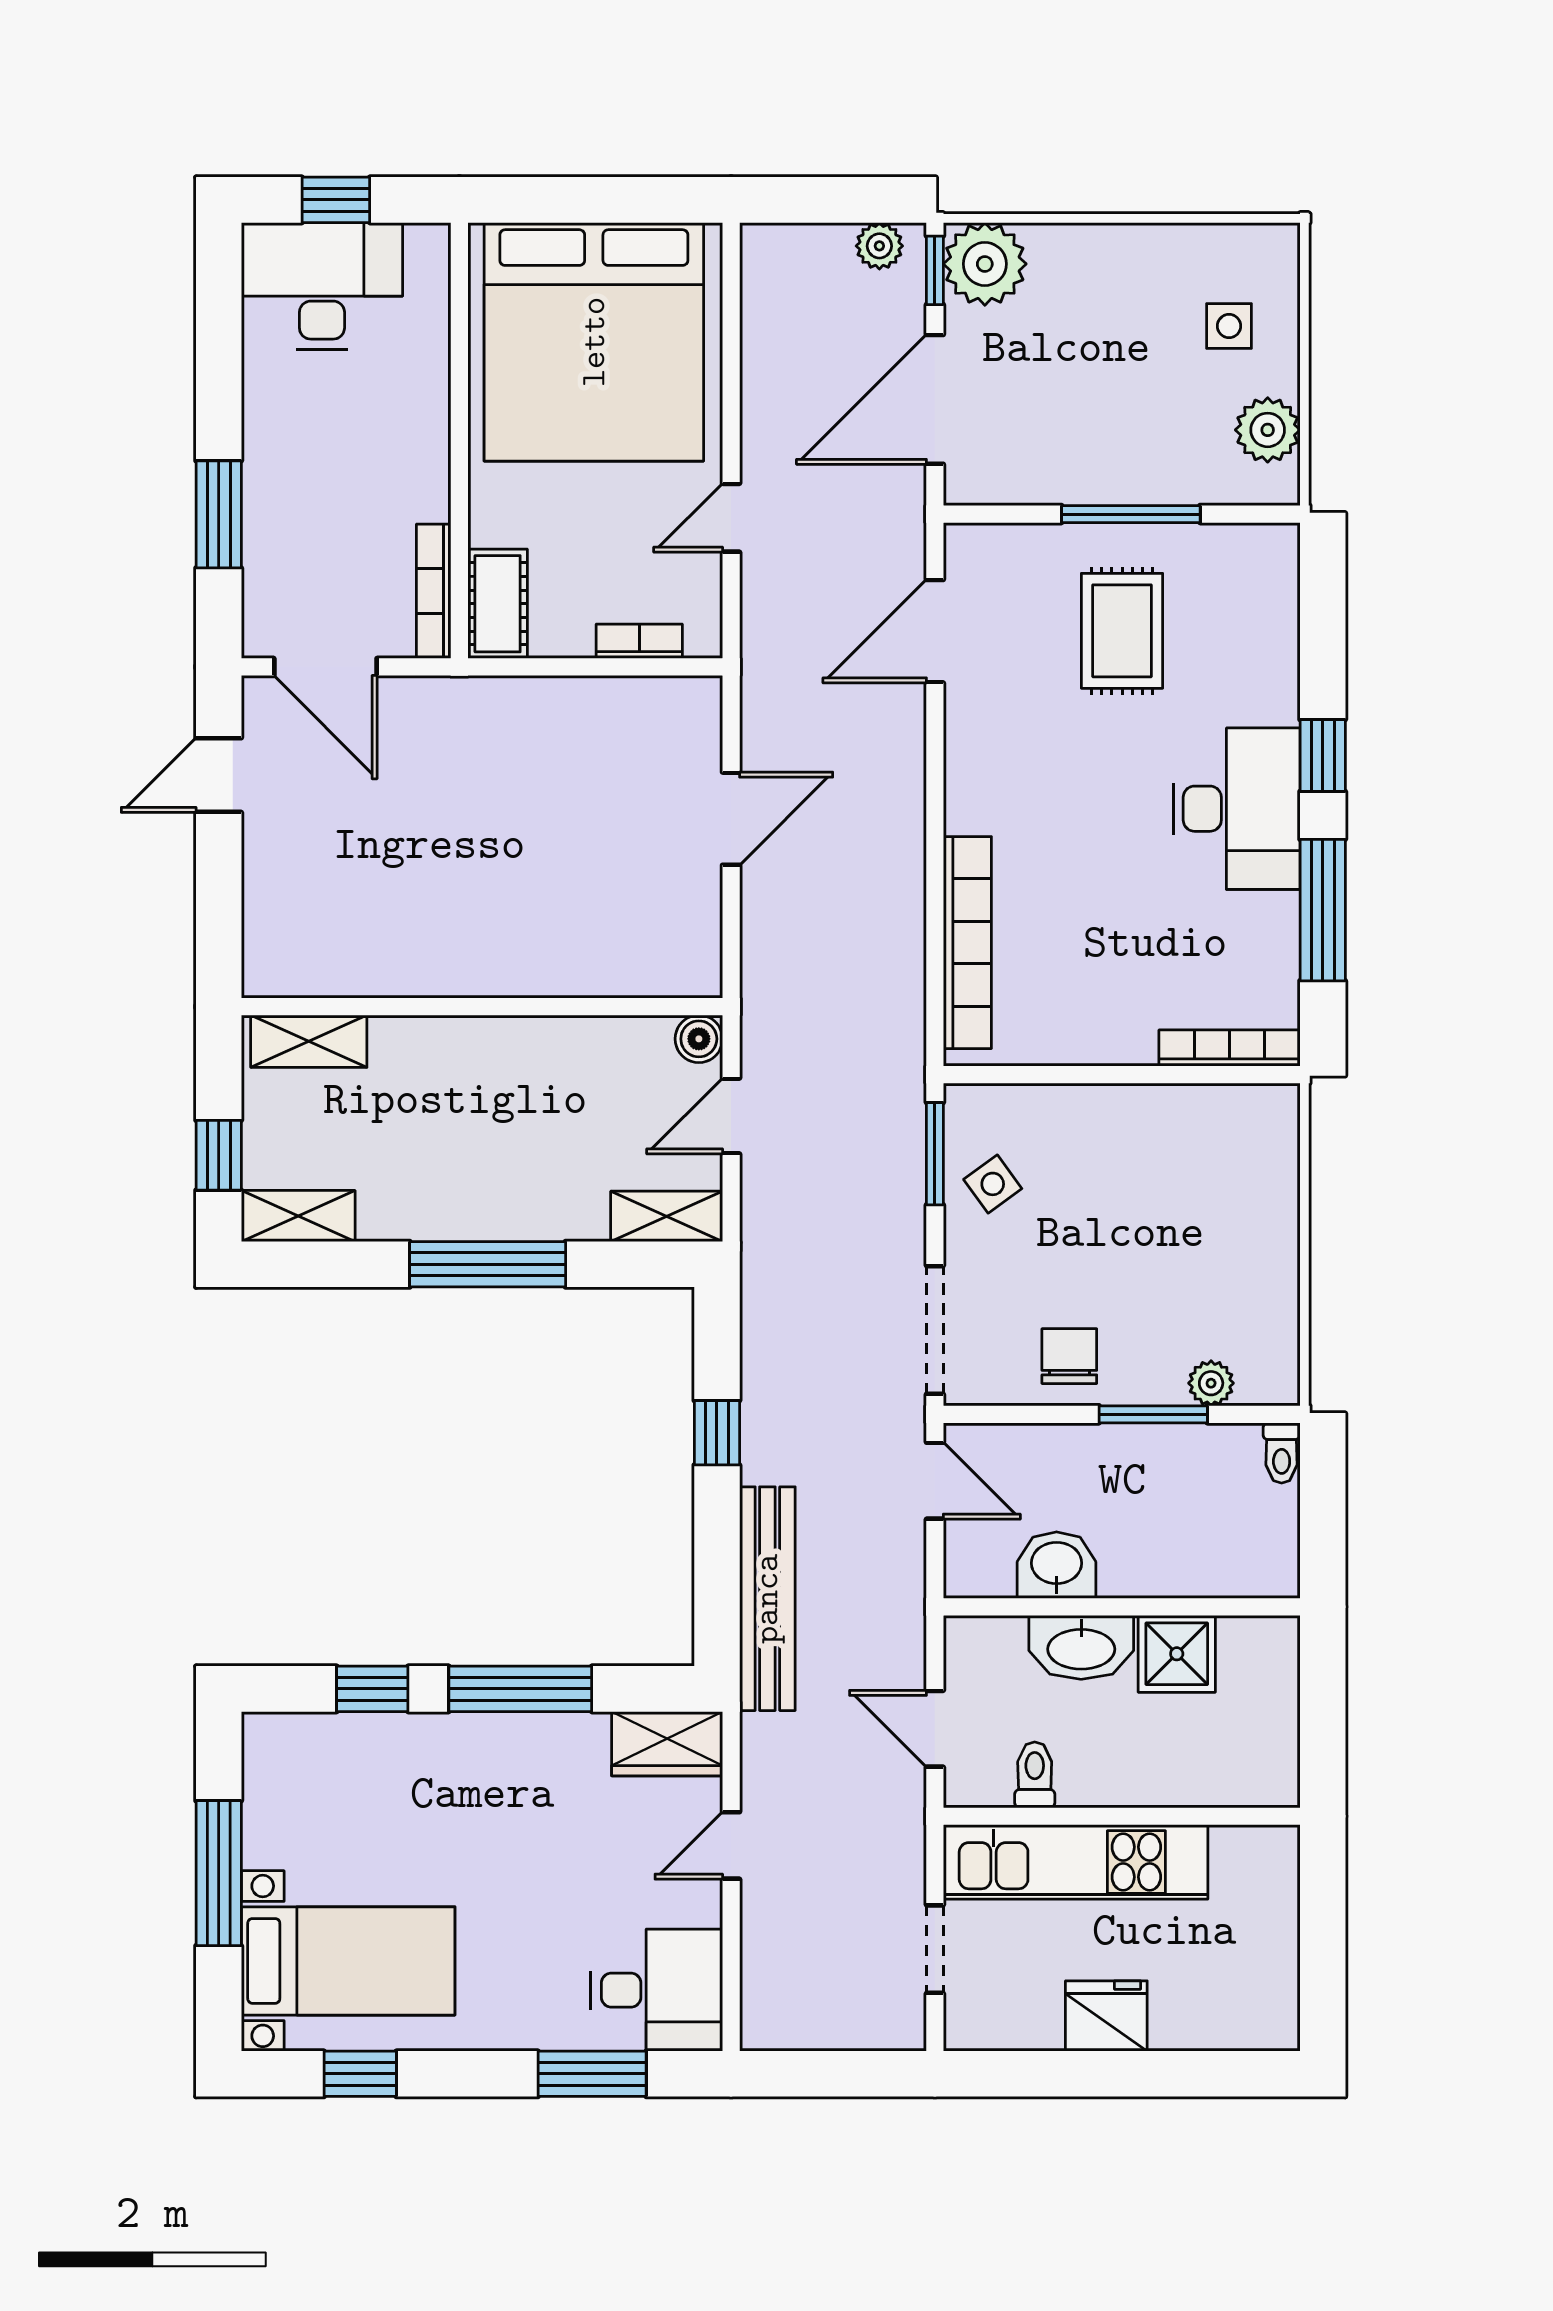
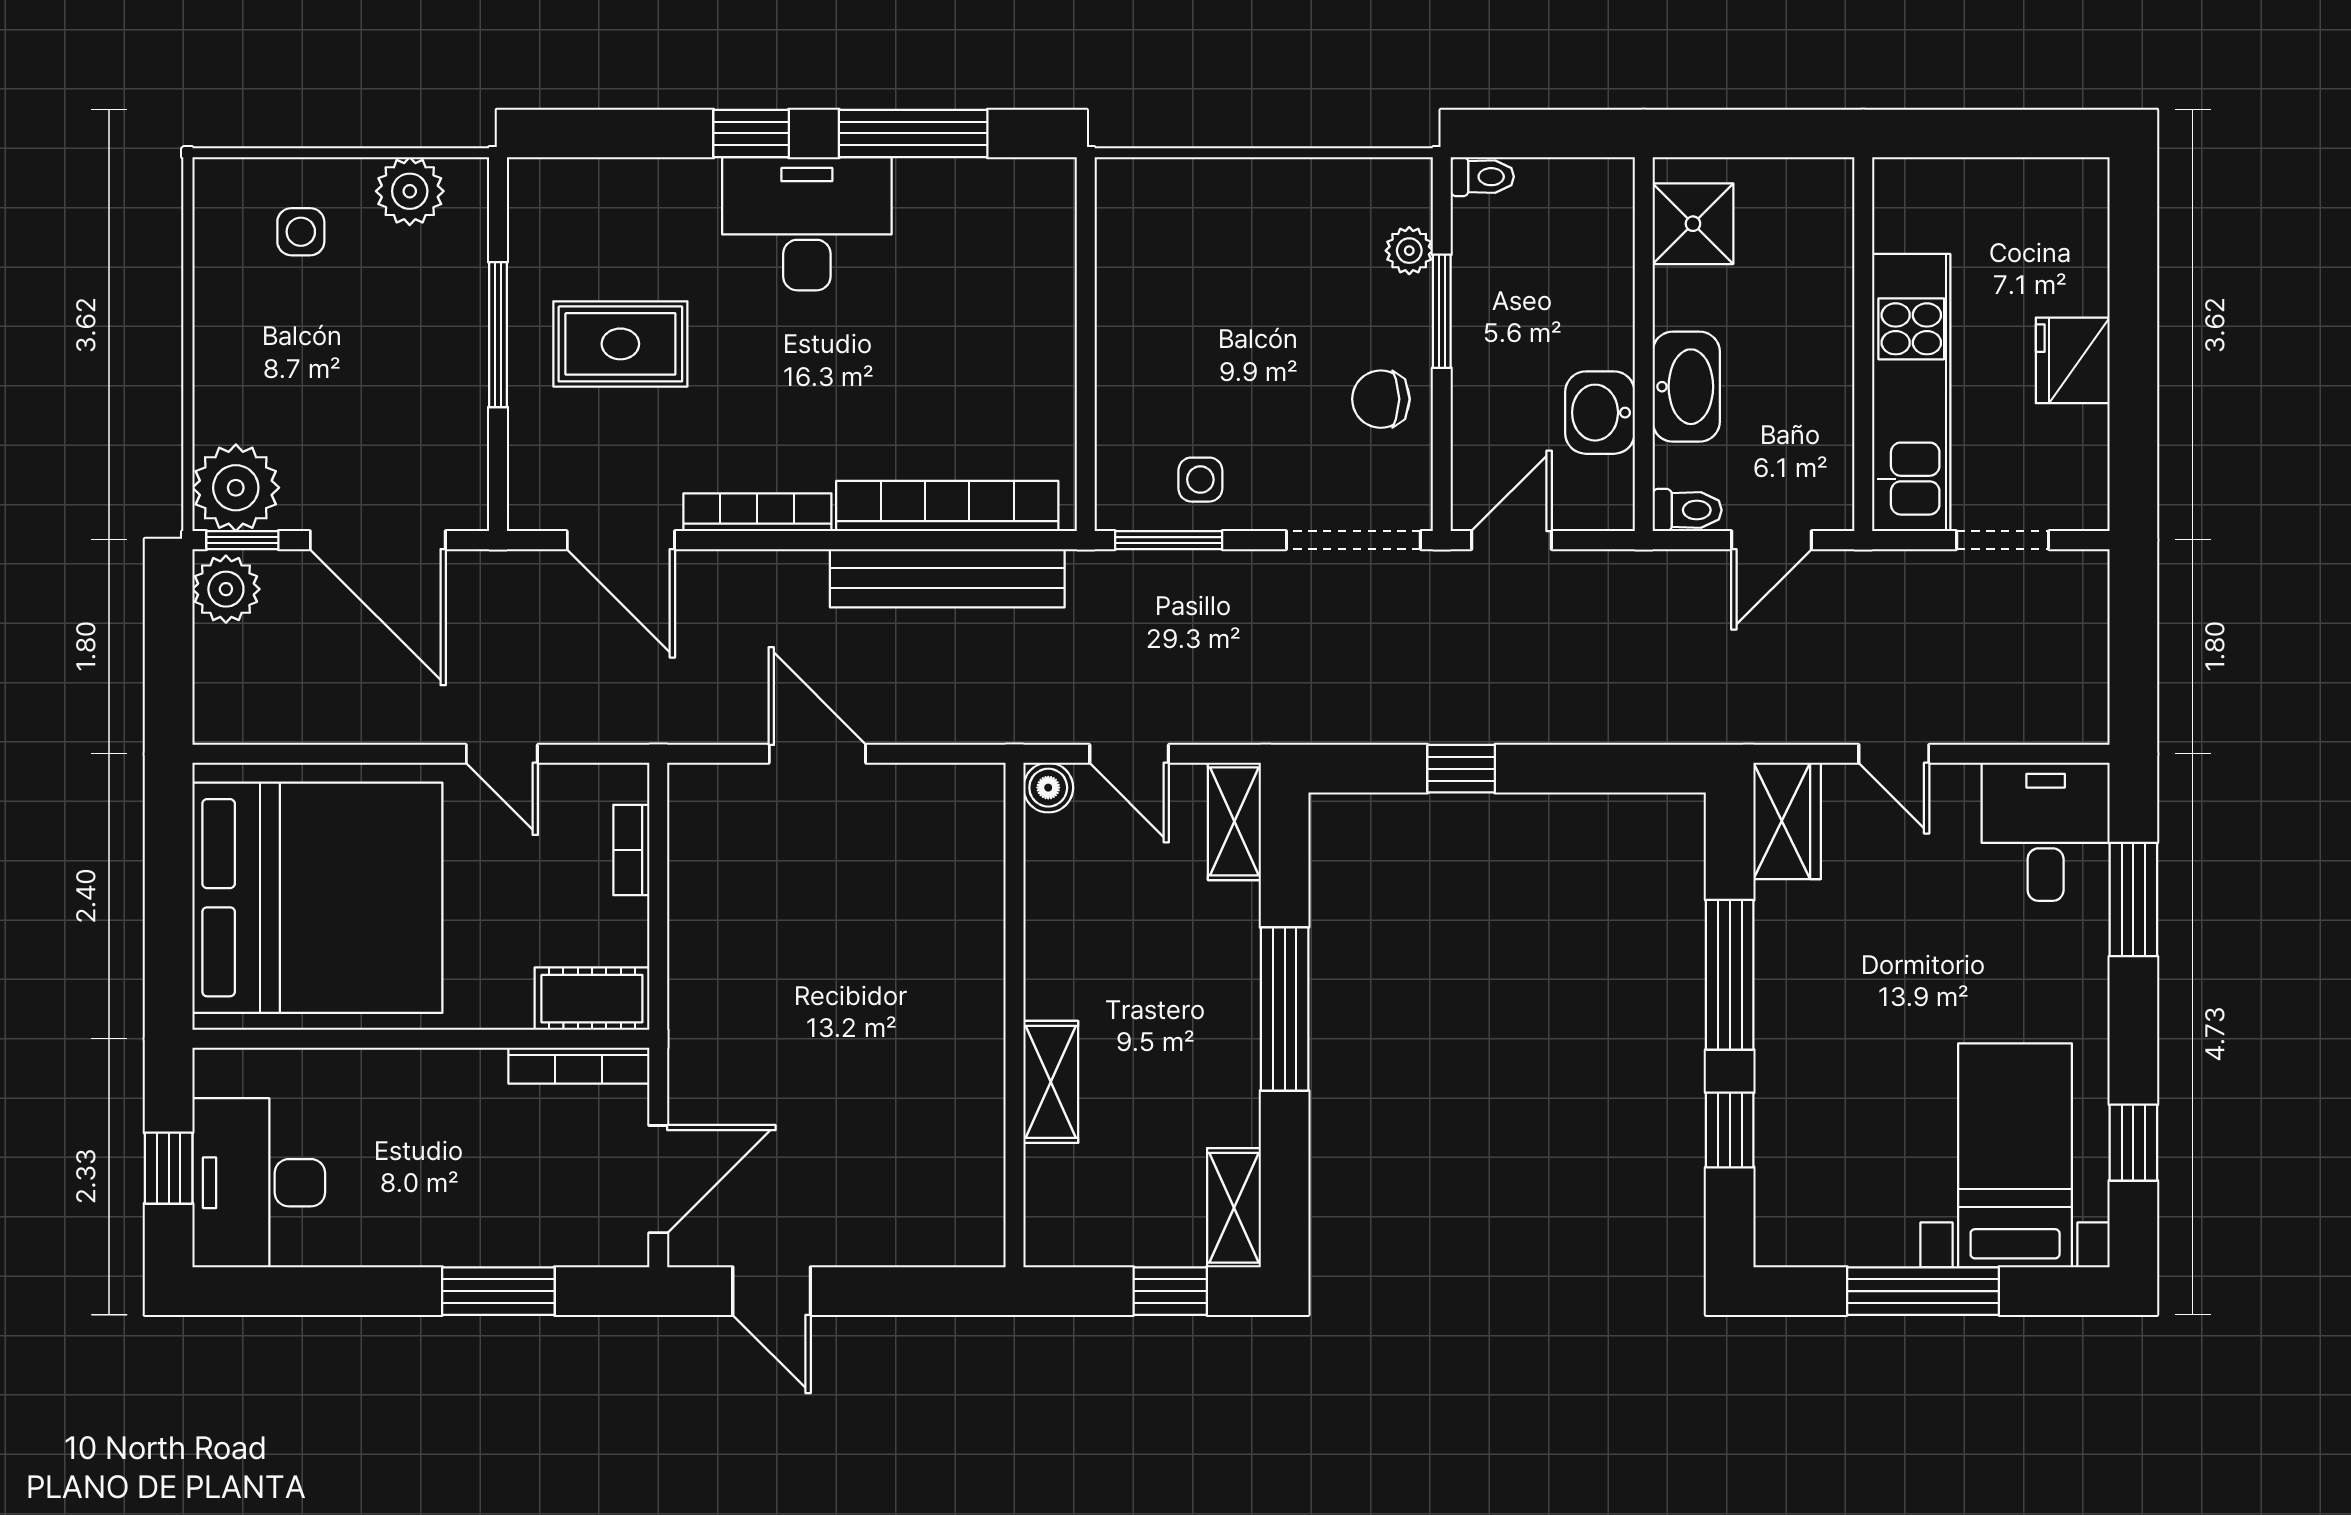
plant: (879, 246) -> (226, 589), width x1.38, depth x1.38
shelving: (309, 1041) -> (1051, 1082), moved
bookcase: (1229, 1048) -> (757, 512), moved, turned 90
side table: (993, 1184) -> (1200, 480), turned 36
bench: (767, 1599) -> (947, 578), moved
shower: (1177, 1654) -> (1693, 224), moved
toilet: (1035, 1775) -> (1687, 510), moved, turned 180

